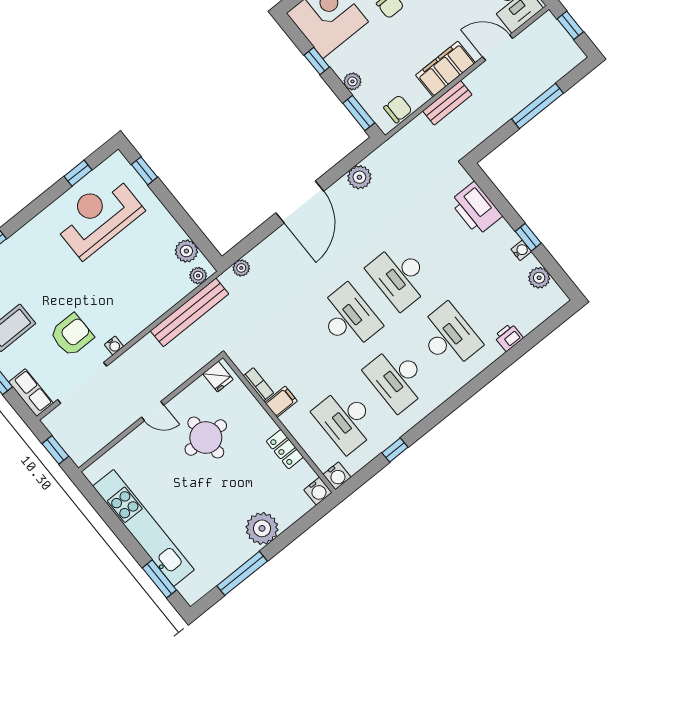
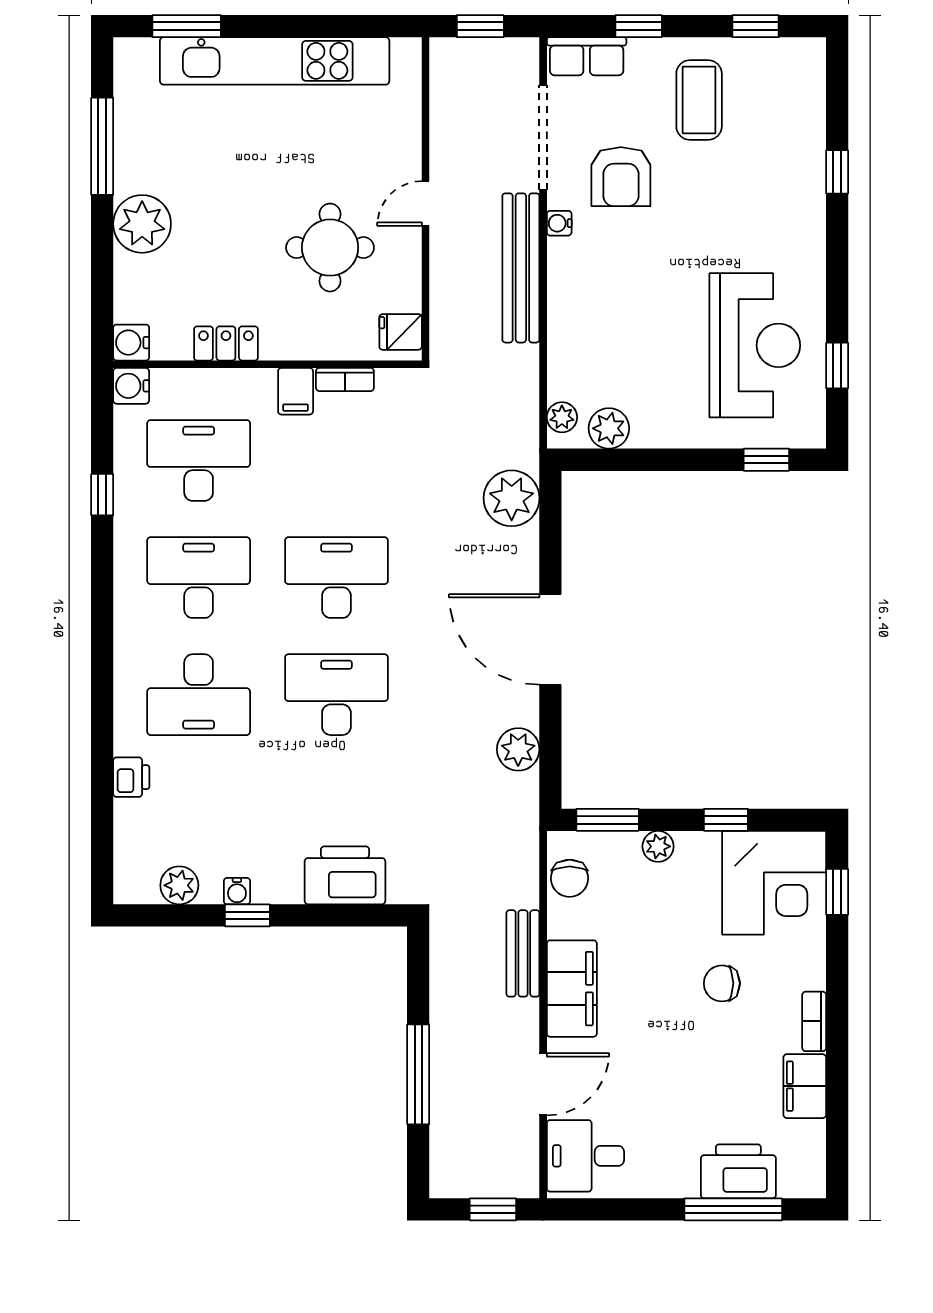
plant: (241, 268) -> (512, 498), width x1.88, depth x1.88
bench: (190, 312) -> (521, 268), moved
desk: (348, 318) -> (336, 578), turned 180

